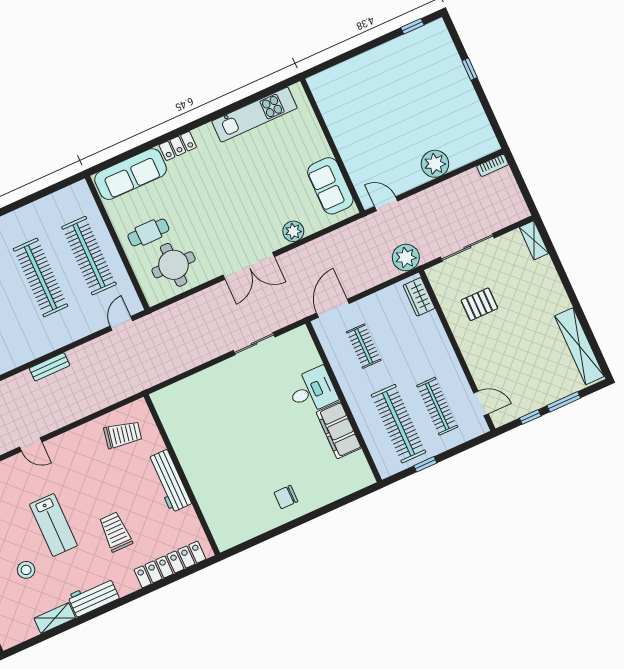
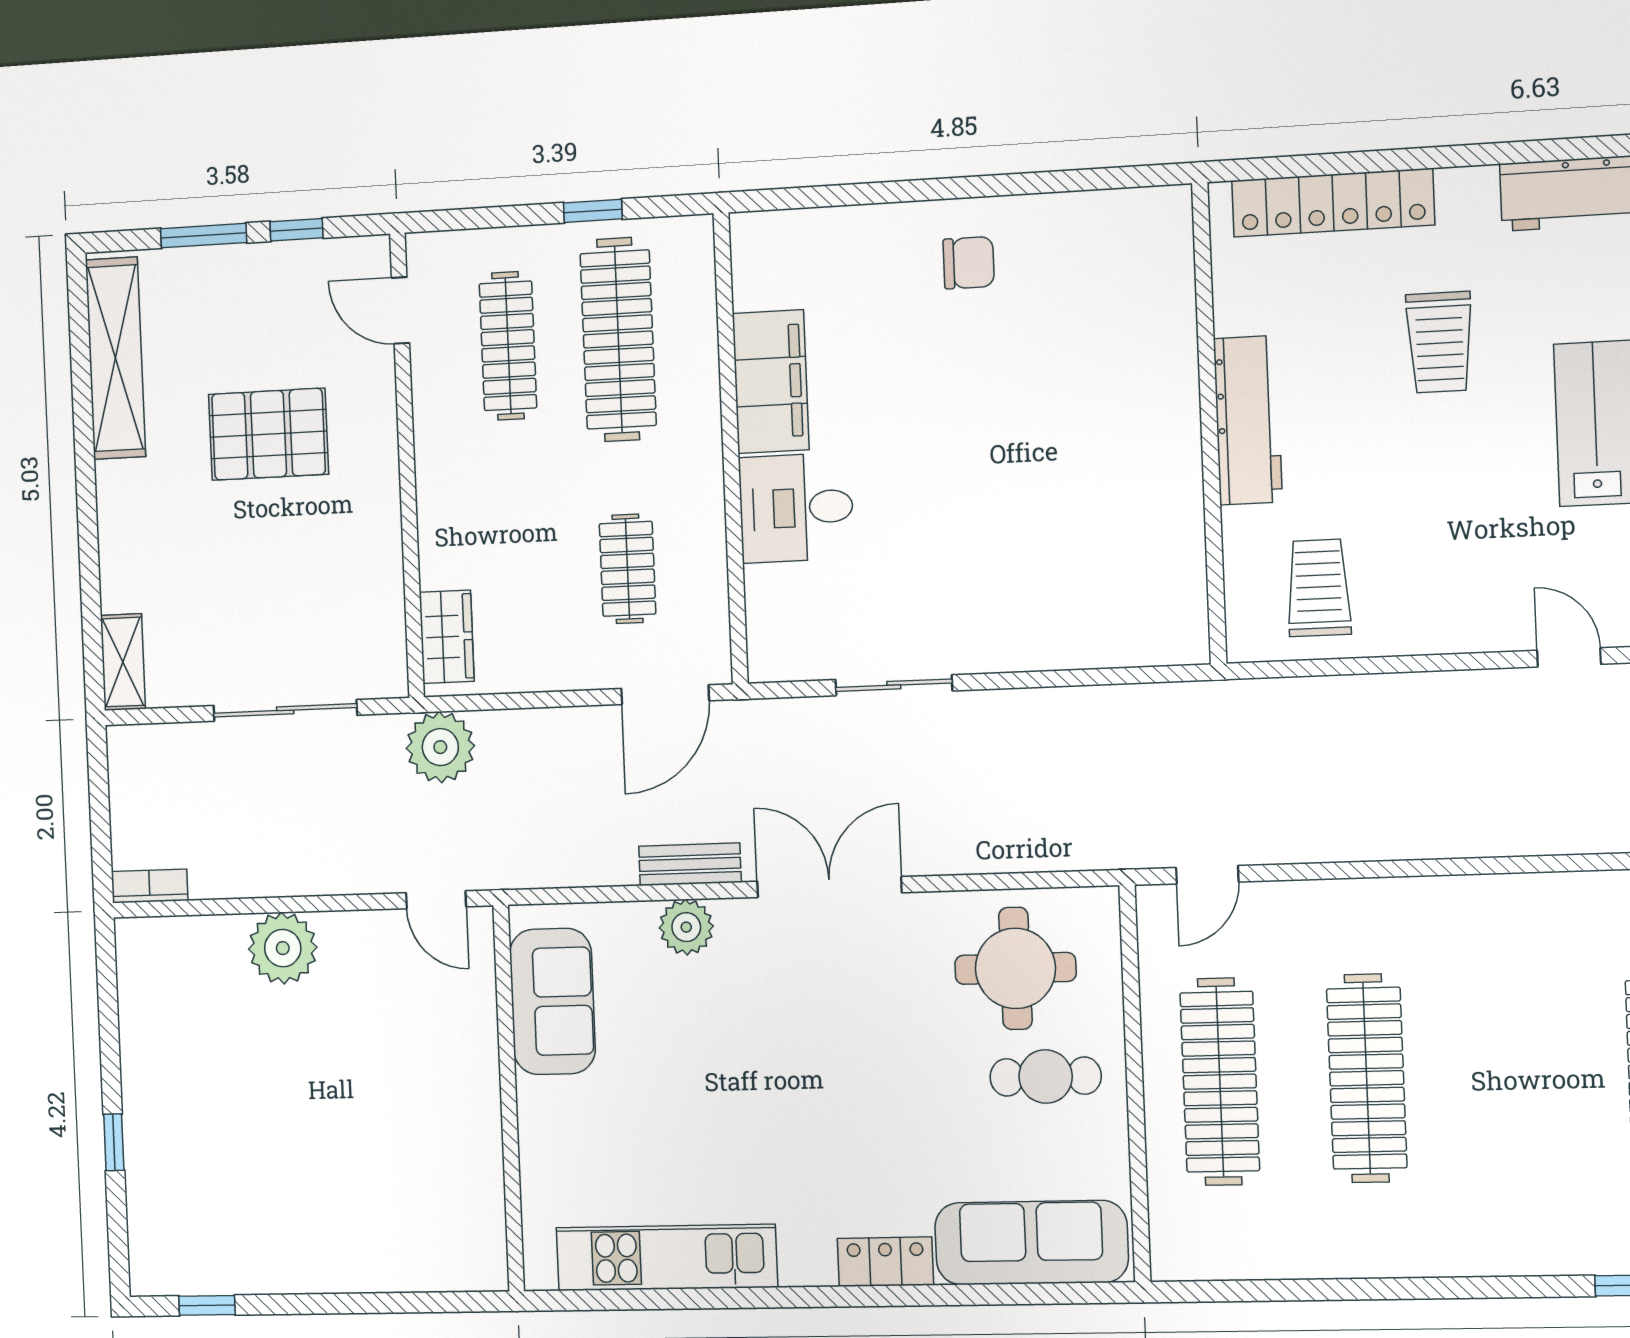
pallet: (479, 304) -> (268, 434), moved, width x1.50, depth x1.42
bench: (49, 367) -> (690, 864), moved
trolley: (123, 434) -> (1319, 588), turned 79

